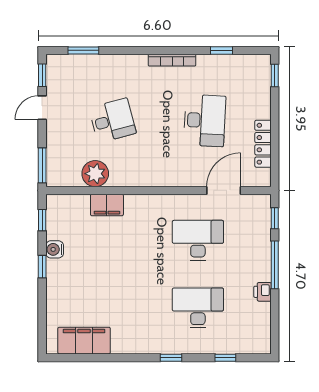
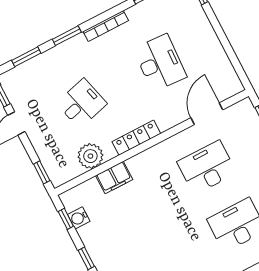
window: (131, 50) -> (67, 36), added
locker: (263, 144) -> (136, 138), moved, turned 90
window: (42, 165) -> (42, 172), width x0.67
water cooler: (55, 249) -> (79, 218), moved

